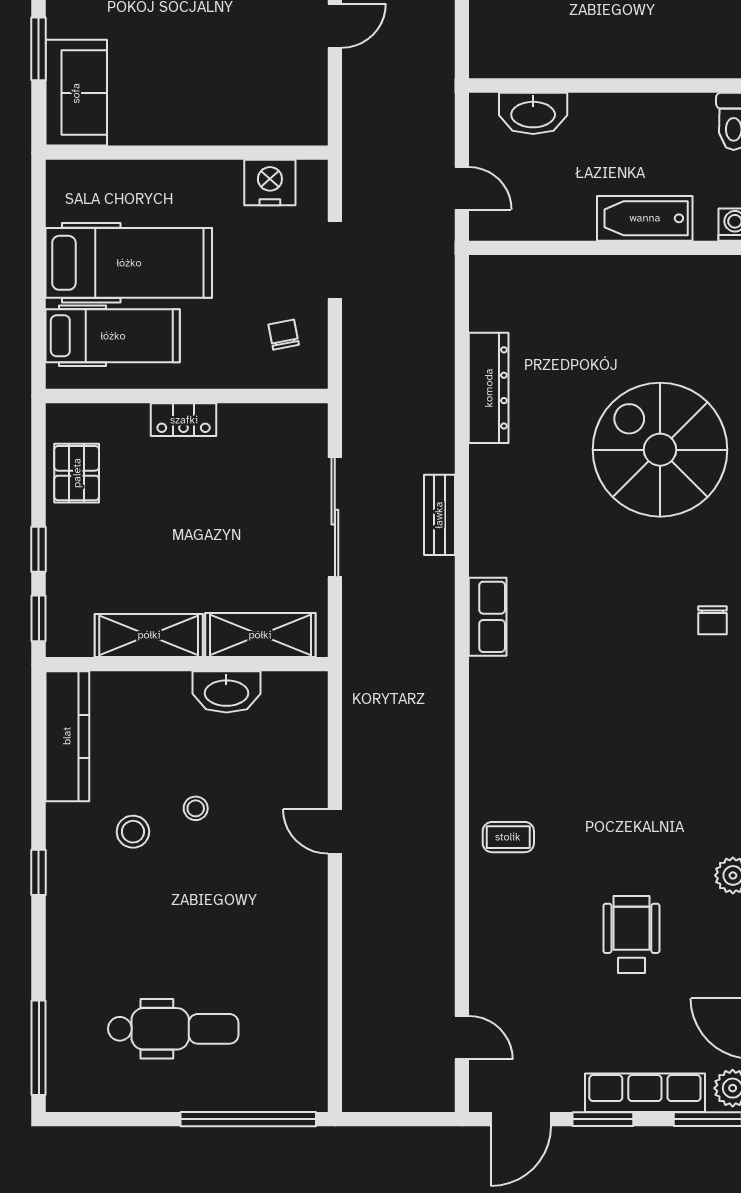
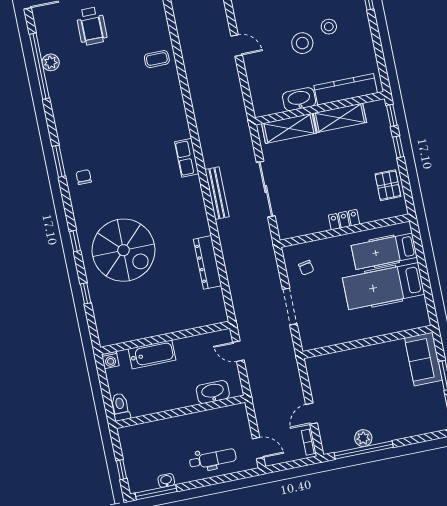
nightstand: (270, 183) -> (327, 336), removed
bench: (439, 515) -> (217, 193), width x1.36
kitchen counter: (67, 736) -> (346, 89), moved, turned 90
stool: (196, 808) -> (302, 43), width x1.89, depth x1.89

